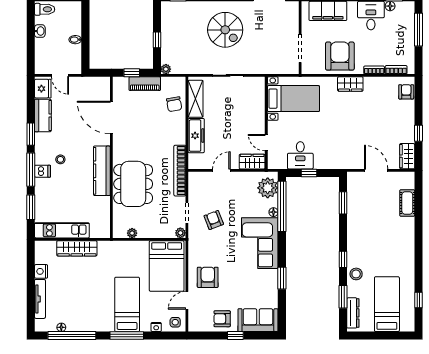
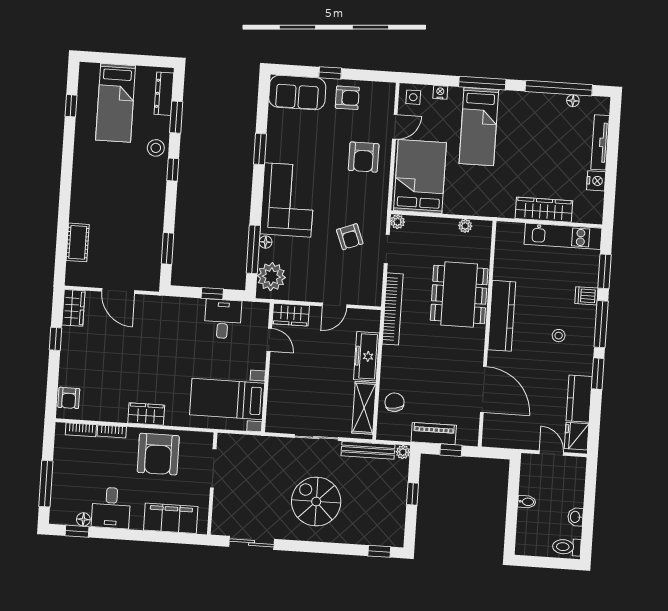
bench: (191, 69) -> (368, 450), added
dishwasher: (43, 171) -> (586, 296), moved
window: (282, 206) -> (253, 249), width x0.68

